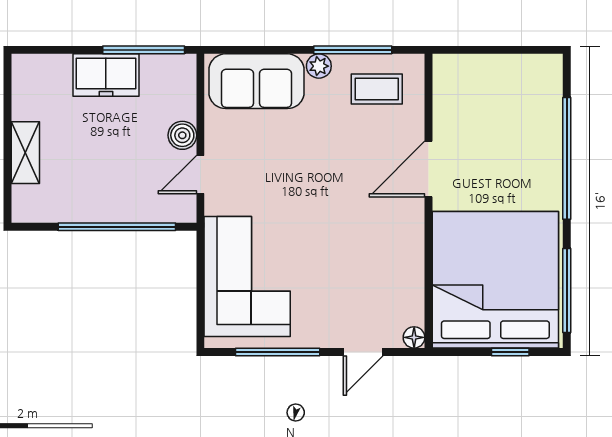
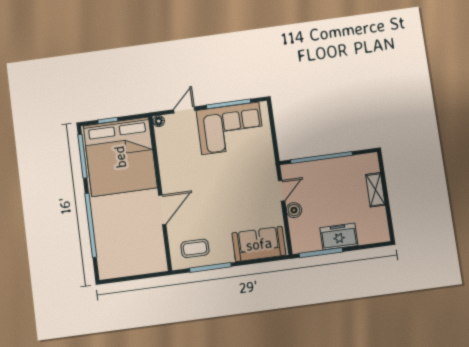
plant: (319, 66) -> (227, 256), removed
corner sofa: (247, 277) -> (230, 128), moved, turned -90

